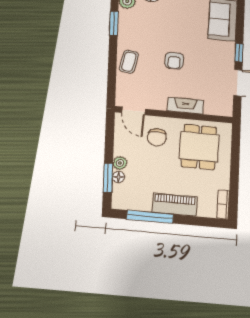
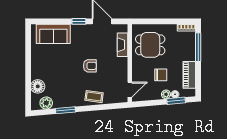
fireplace: (185, 106) -> (122, 45), moved
chair: (157, 137) -> (161, 75), moved
piano: (175, 205) -> (189, 75), moved
window: (150, 217) -> (198, 47), moved

